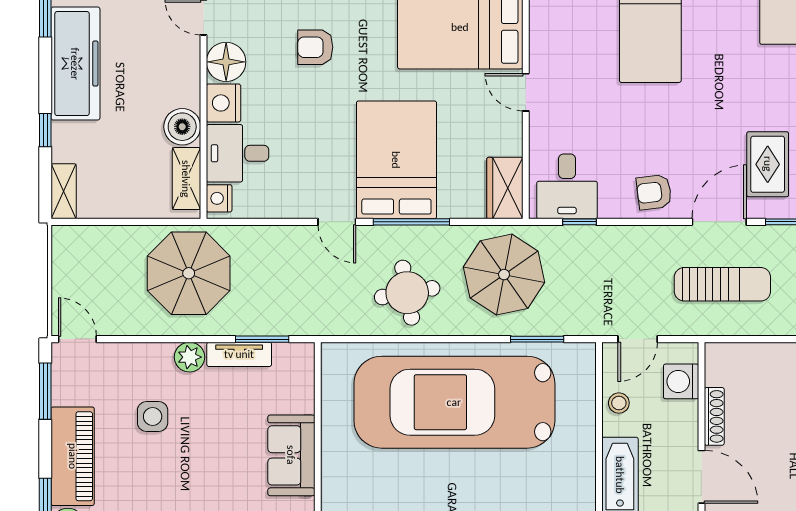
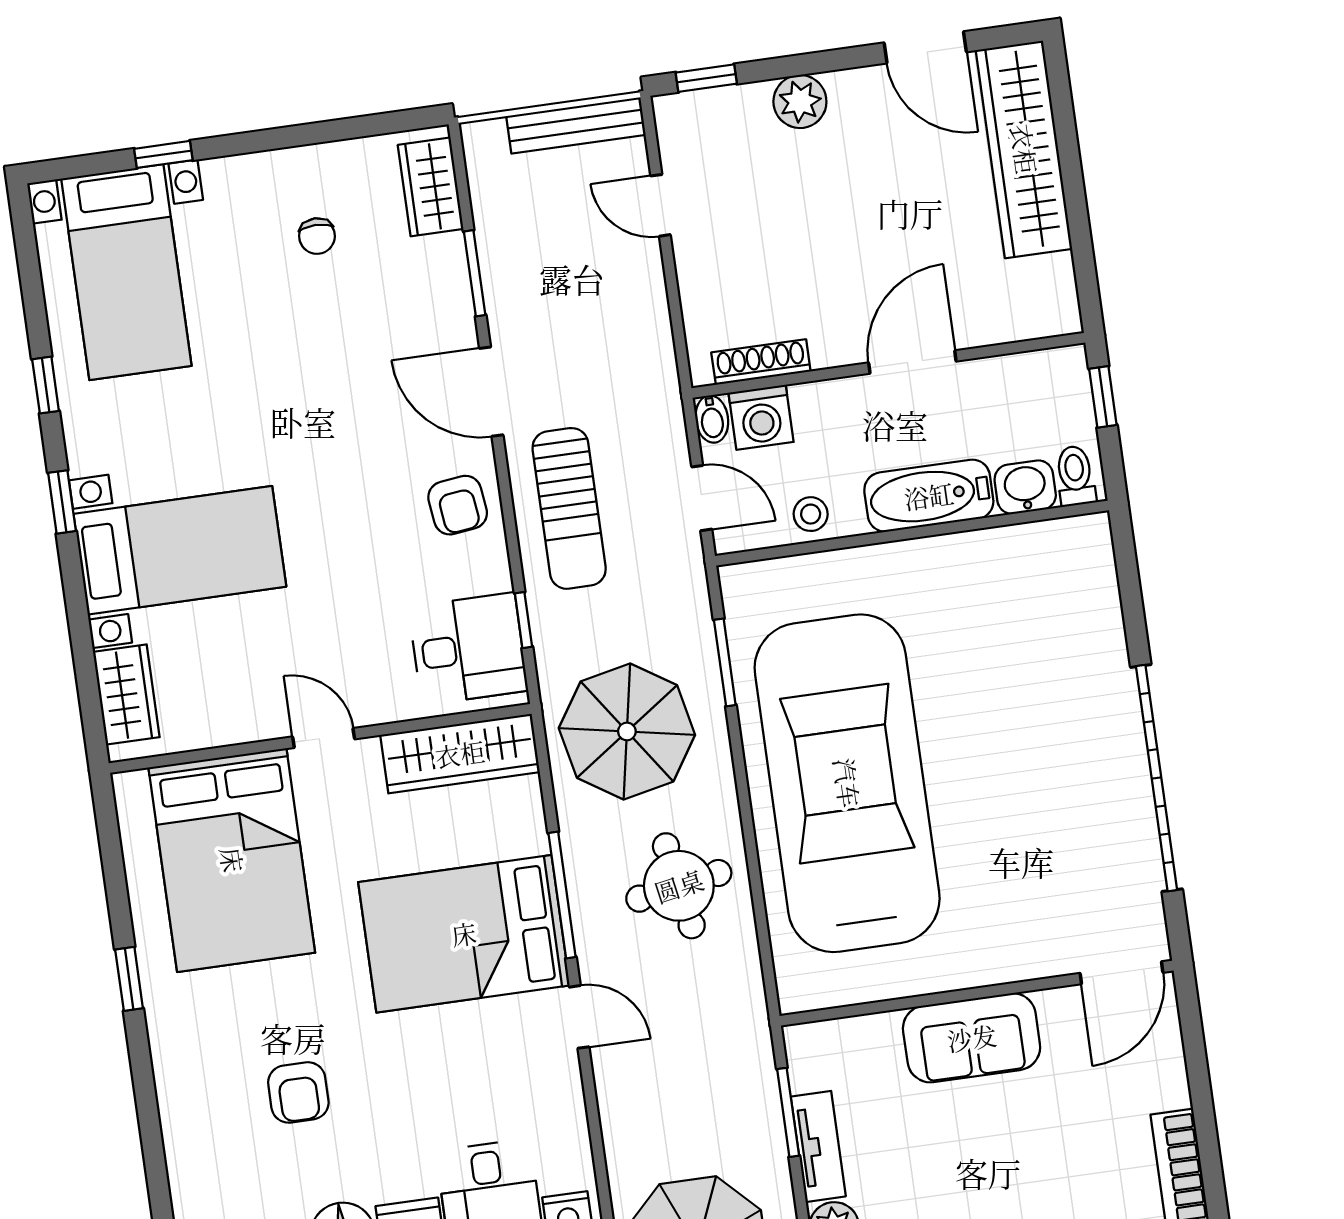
door: (526, 92) -> (324, 738), swing flipped
rug: (768, 164) -> (386, 326), removed
wardrobe: (505, 188) -> (460, 754), width x1.50
door: (337, 222) -> (579, 1017), hinge flipped
sun lounger: (722, 284) -> (569, 508), moved, turned 180
bidet: (684, 352) -> (712, 419), added
car: (454, 402) -> (847, 783), turned 180
shoe rack: (714, 416) -> (761, 362), moved

